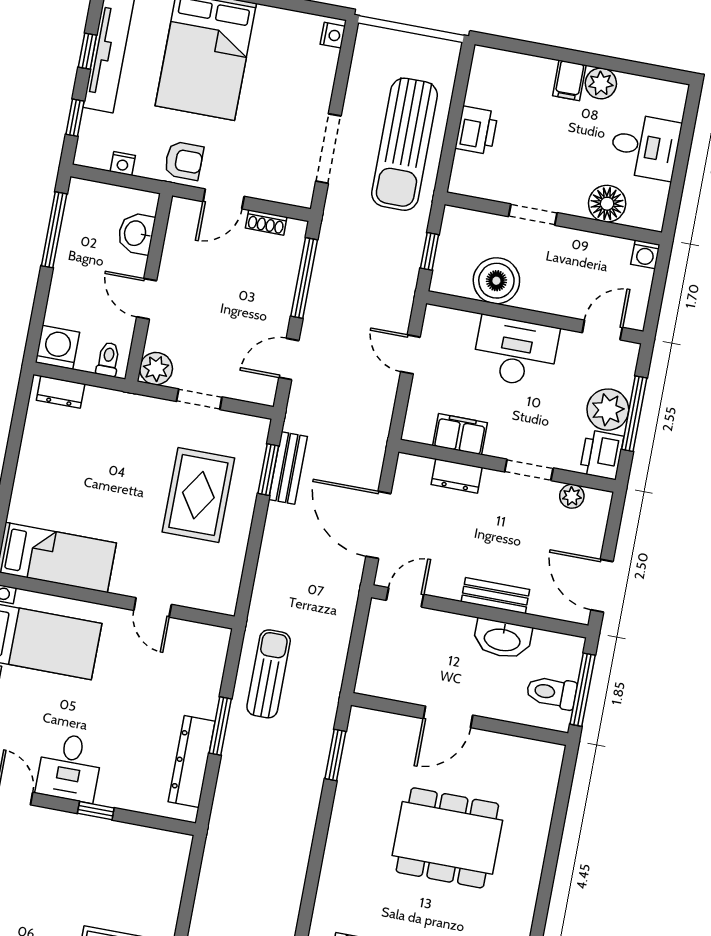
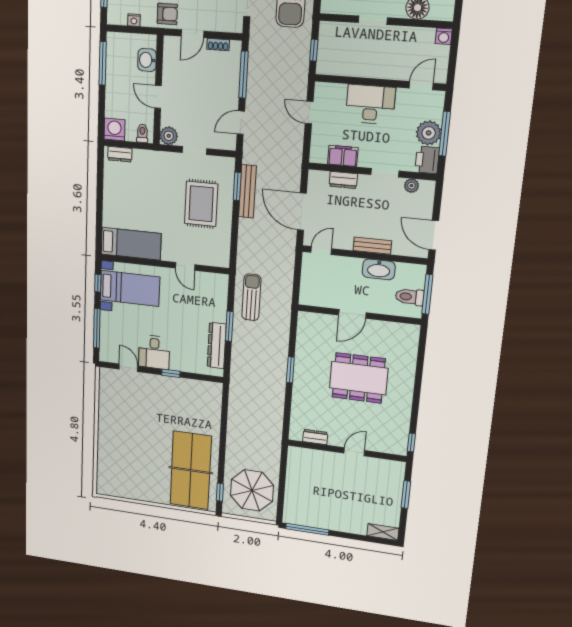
boiler: (496, 281) -> (355, 63), removed
bench: (288, 468) -> (248, 191), width x1.36
window: (335, 755) -> (290, 370), moved

